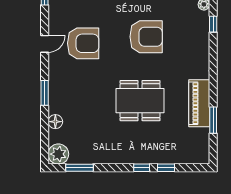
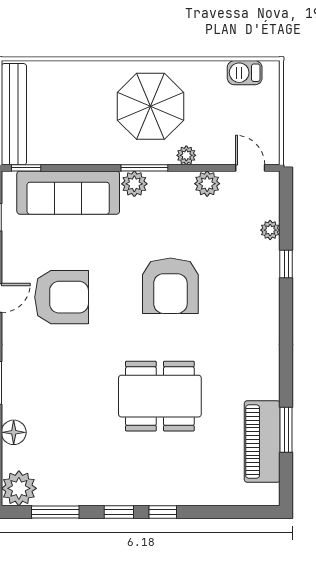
armchair: (146, 37) -> (170, 286), turned 90
piano: (199, 103) -> (262, 442), moved
window: (166, 168) -> (119, 512), moved

